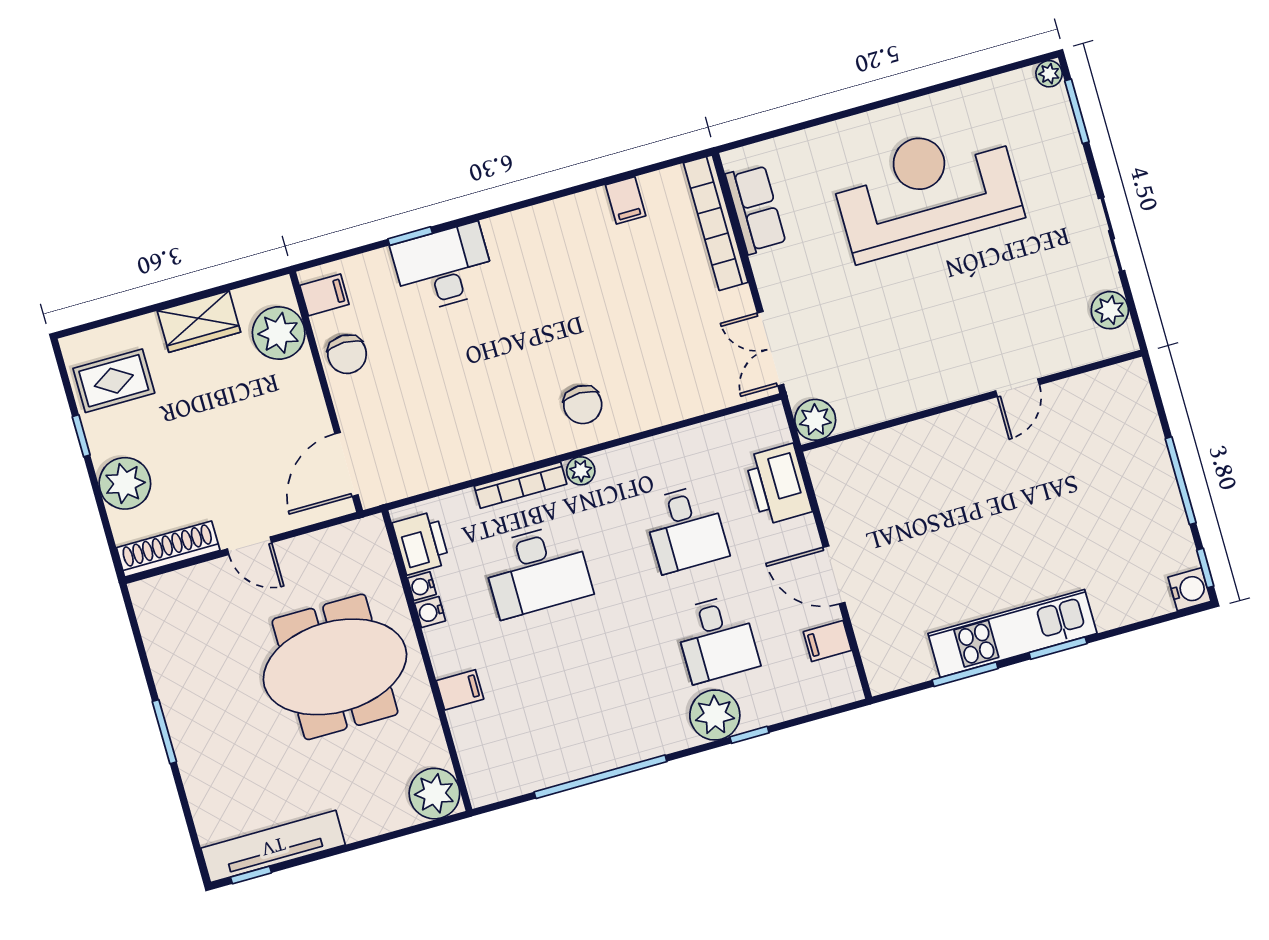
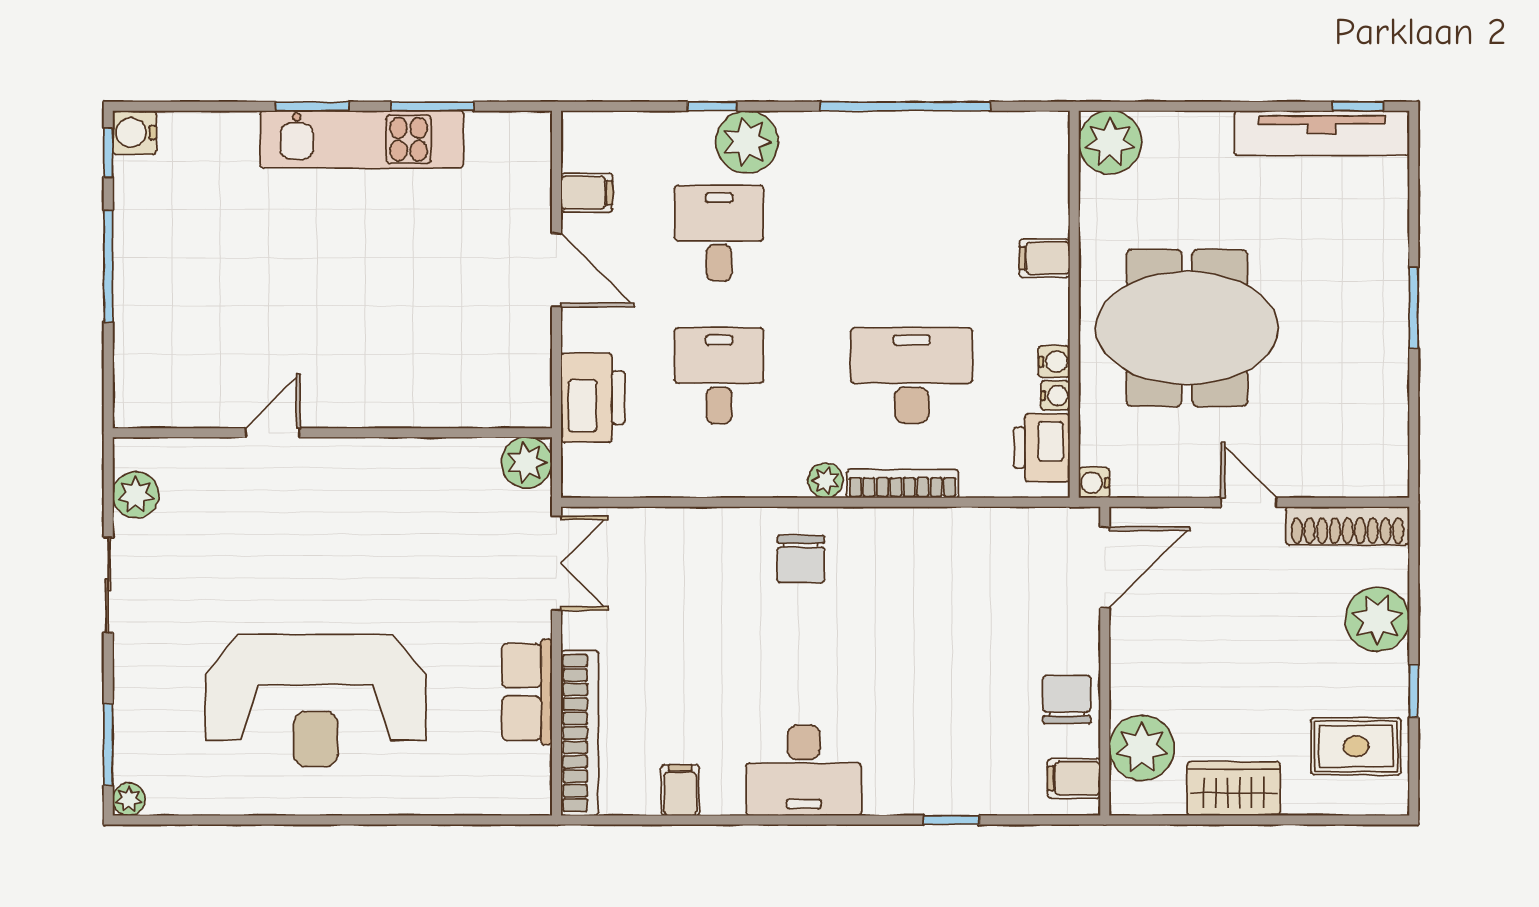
row of seats: (756, 209) -> (527, 692), moved
desk: (444, 268) -> (804, 770), moved
chair: (583, 405) -> (801, 559), turned 180
water cooler: (373, 527) -> (1094, 483), added

